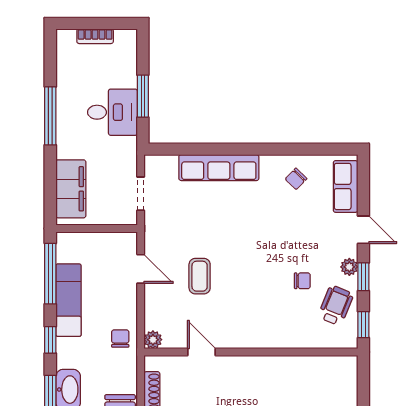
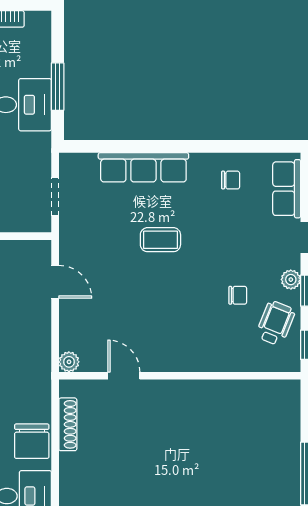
chair: (296, 179) -> (231, 180), turned -134
coffee table: (200, 276) -> (160, 240), moved, turned 90
chair: (120, 339) -> (32, 361), removed

